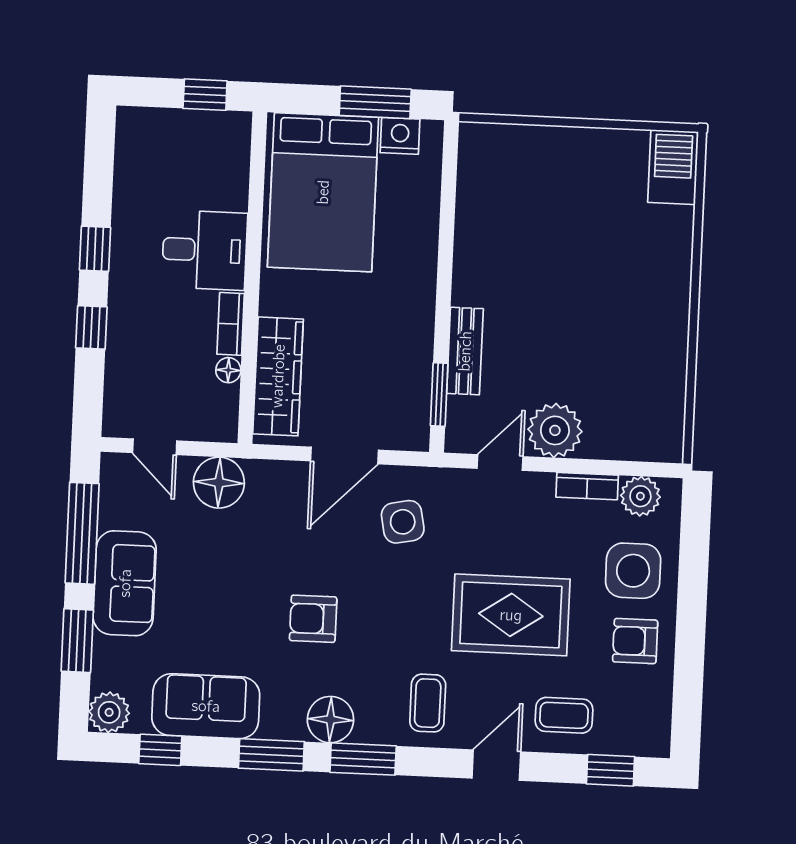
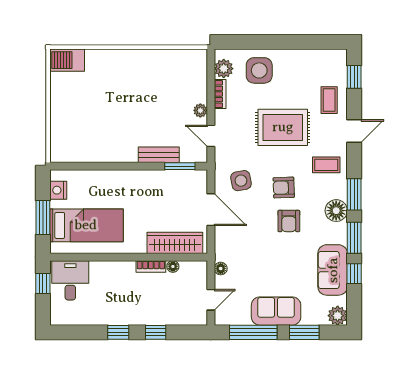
window: (375, 102) -> (43, 218), moved
bed: (323, 192) -> (86, 225), width x0.67
desk: (205, 250) -> (70, 280), moved
plant: (555, 430) -> (200, 110), width x0.53, depth x0.53
floor lamp: (219, 483) -> (221, 269), width x0.53, depth x0.53
rug: (511, 615) -> (283, 127), turned 90
armchair: (635, 641) -> (284, 188), moved, turned 88
window: (160, 750) -> (354, 274), moved
door: (496, 765) -> (354, 131), swing flipped

